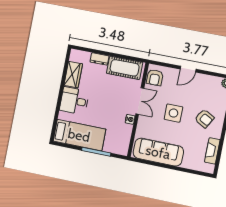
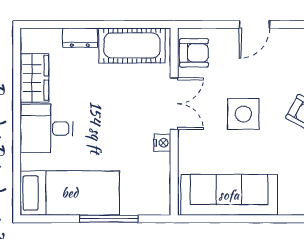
armchair: (155, 78) -> (194, 53), turned -90

